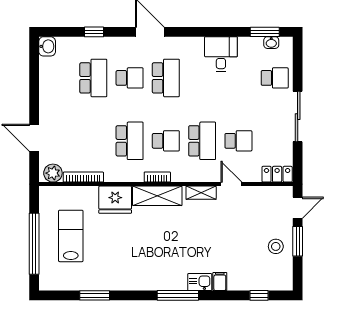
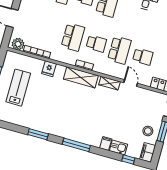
fridge: (115, 200) -> (49, 69), width x0.53, depth x0.75
filing cabinet: (284, 277) -> (148, 152), added
kitchen sink: (200, 282) -> (118, 147), moved
window: (95, 295) -> (38, 134), moved

